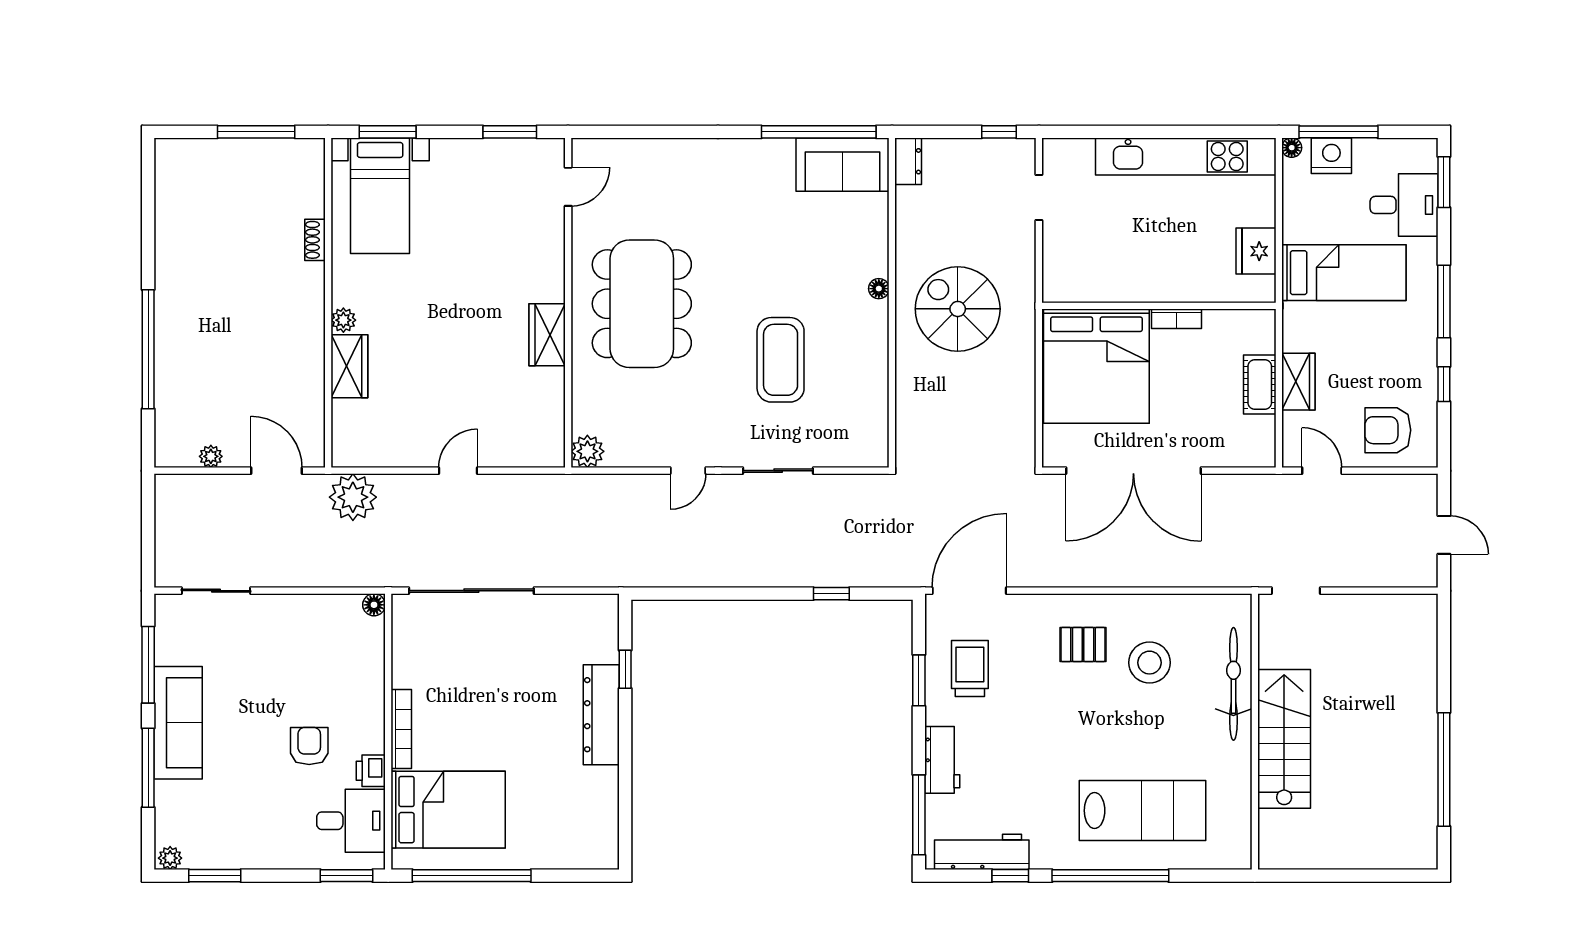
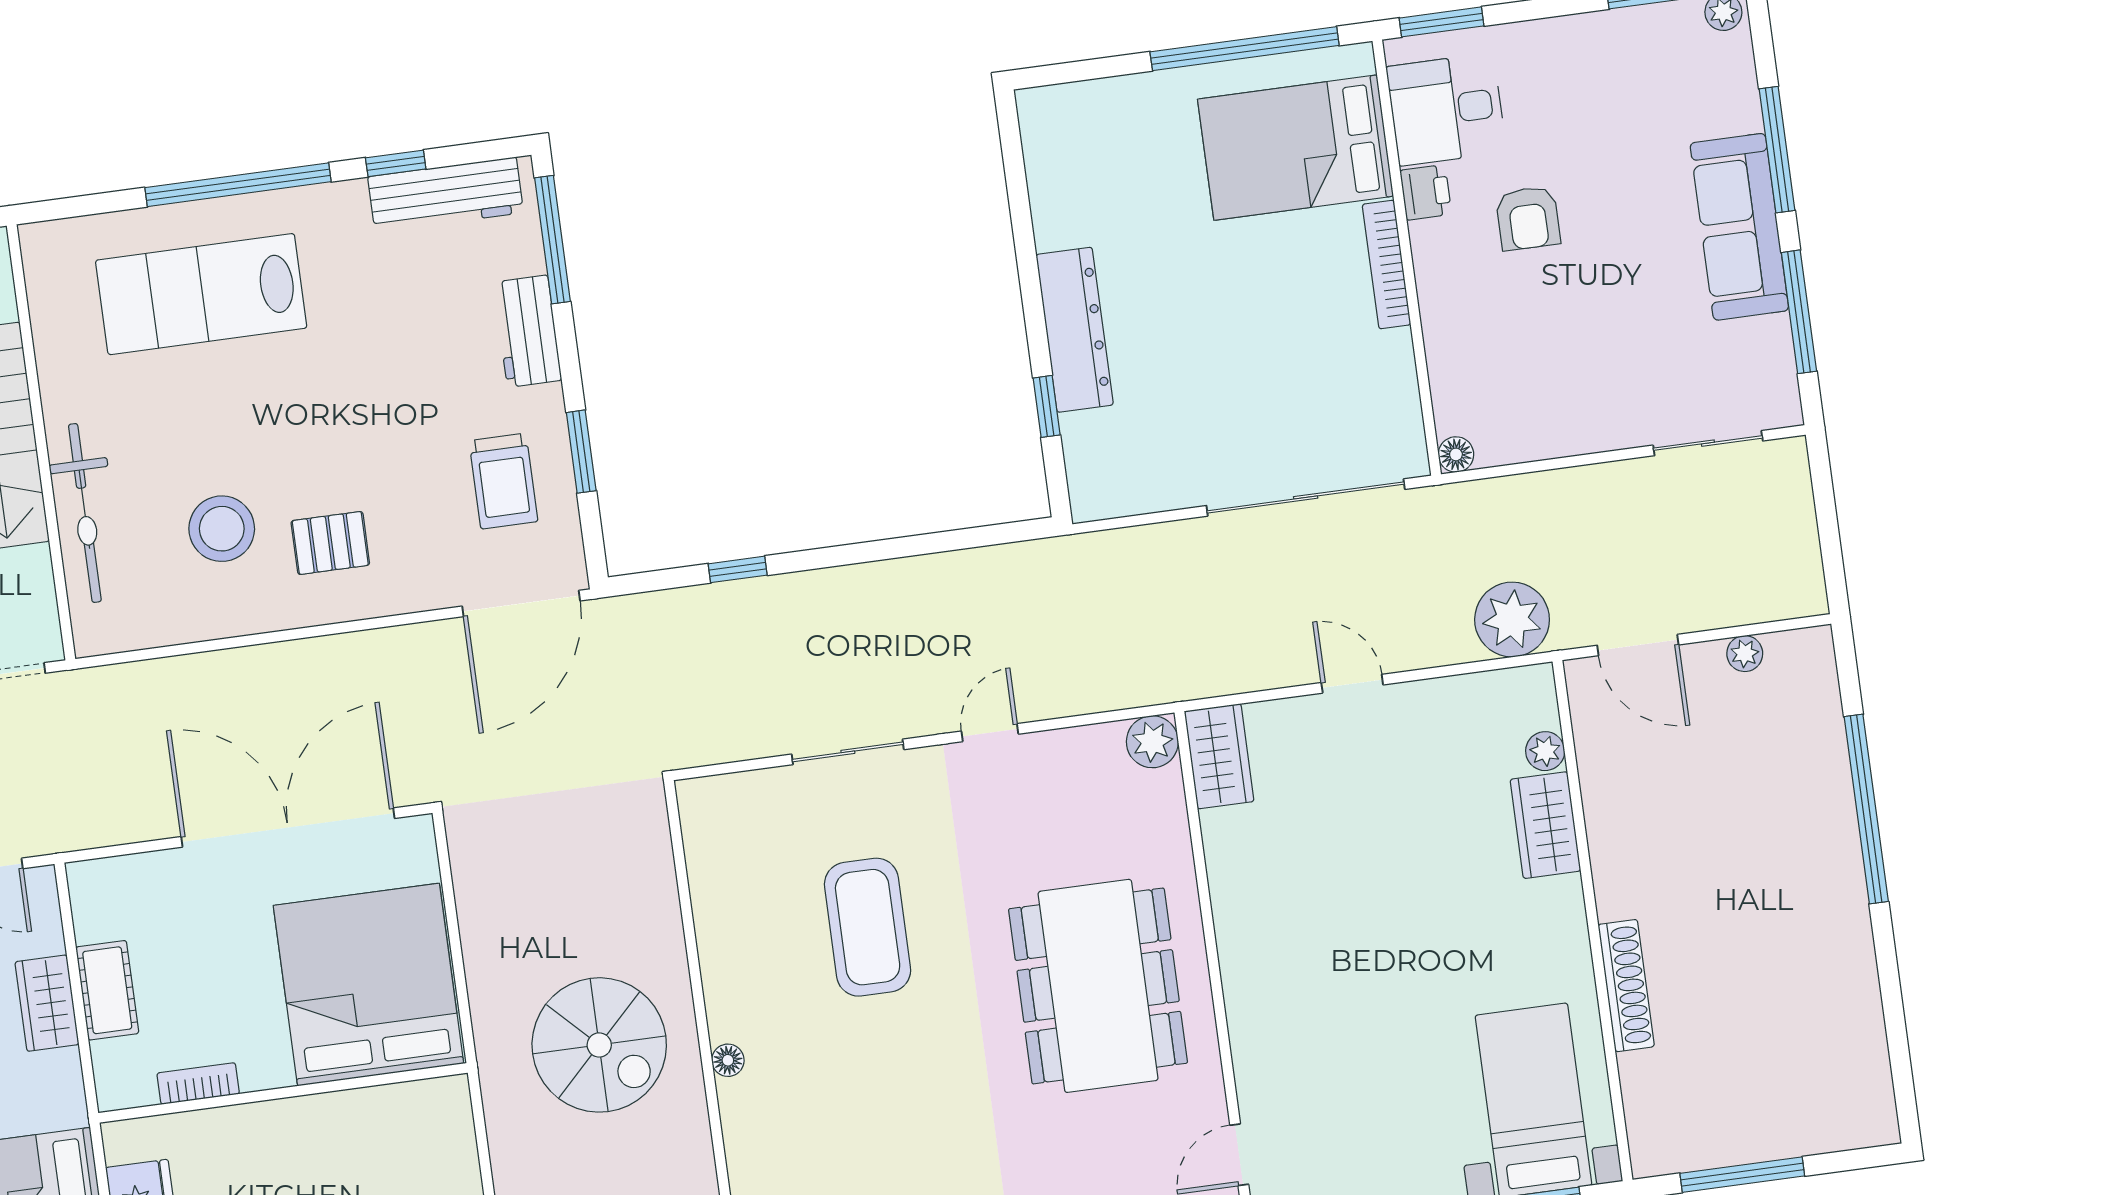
shoe rack: (315, 240) -> (1626, 986), width x1.94, depth x1.24
bookcase: (1177, 319) -> (198, 1084), moved
plant: (343, 320) -> (1545, 751), moved
wardrobe: (547, 335) -> (1219, 756), moved
door: (458, 471) -> (1352, 684), swing flipped

